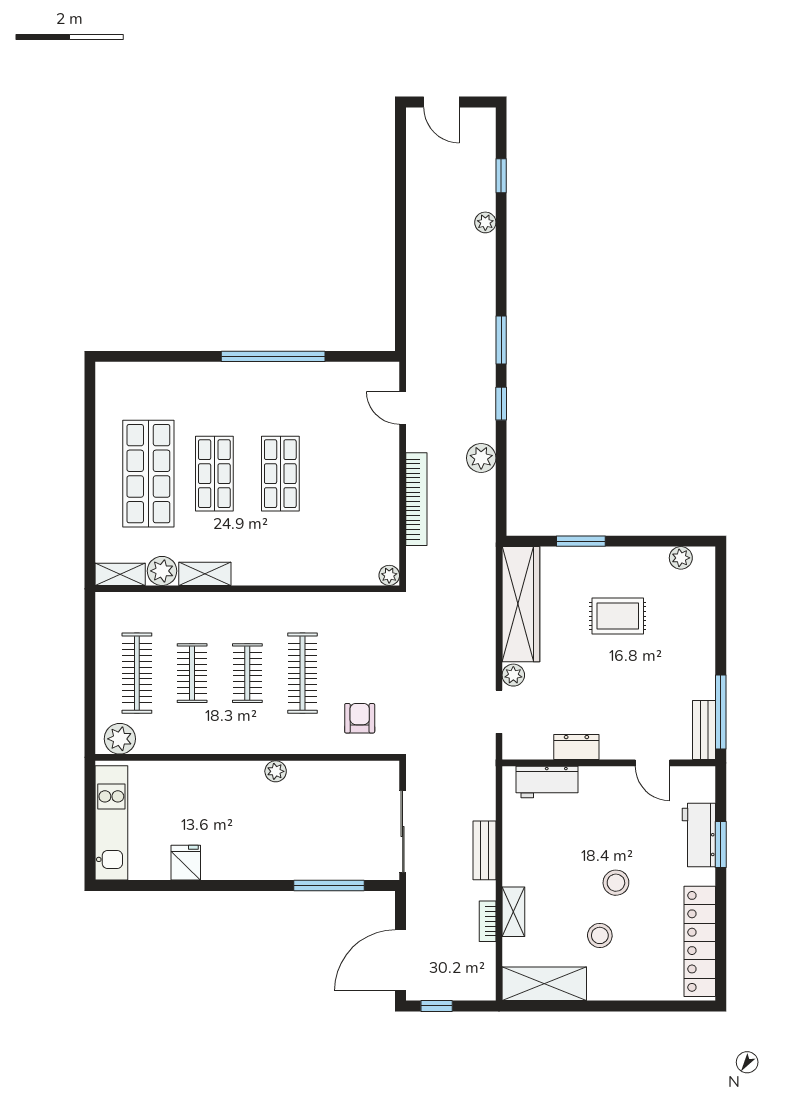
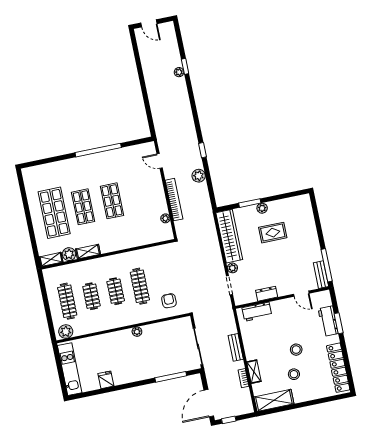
window: (501, 176) -> (185, 66), moved
window: (501, 340) -> (197, 122), removed
plant: (681, 558) -> (262, 208), moved
plant: (389, 575) -> (165, 218), moved

